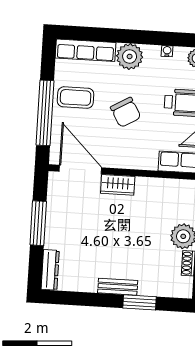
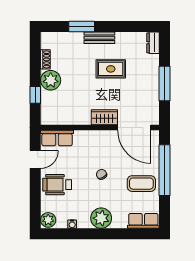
row of seats: (86, 50) -> (143, 221), width x0.68
chair: (126, 112) -> (102, 174), width x0.54, depth x0.54
rug: (106, 246) -> (111, 69), added
dresser: (50, 270) -> (153, 43), width x0.70

